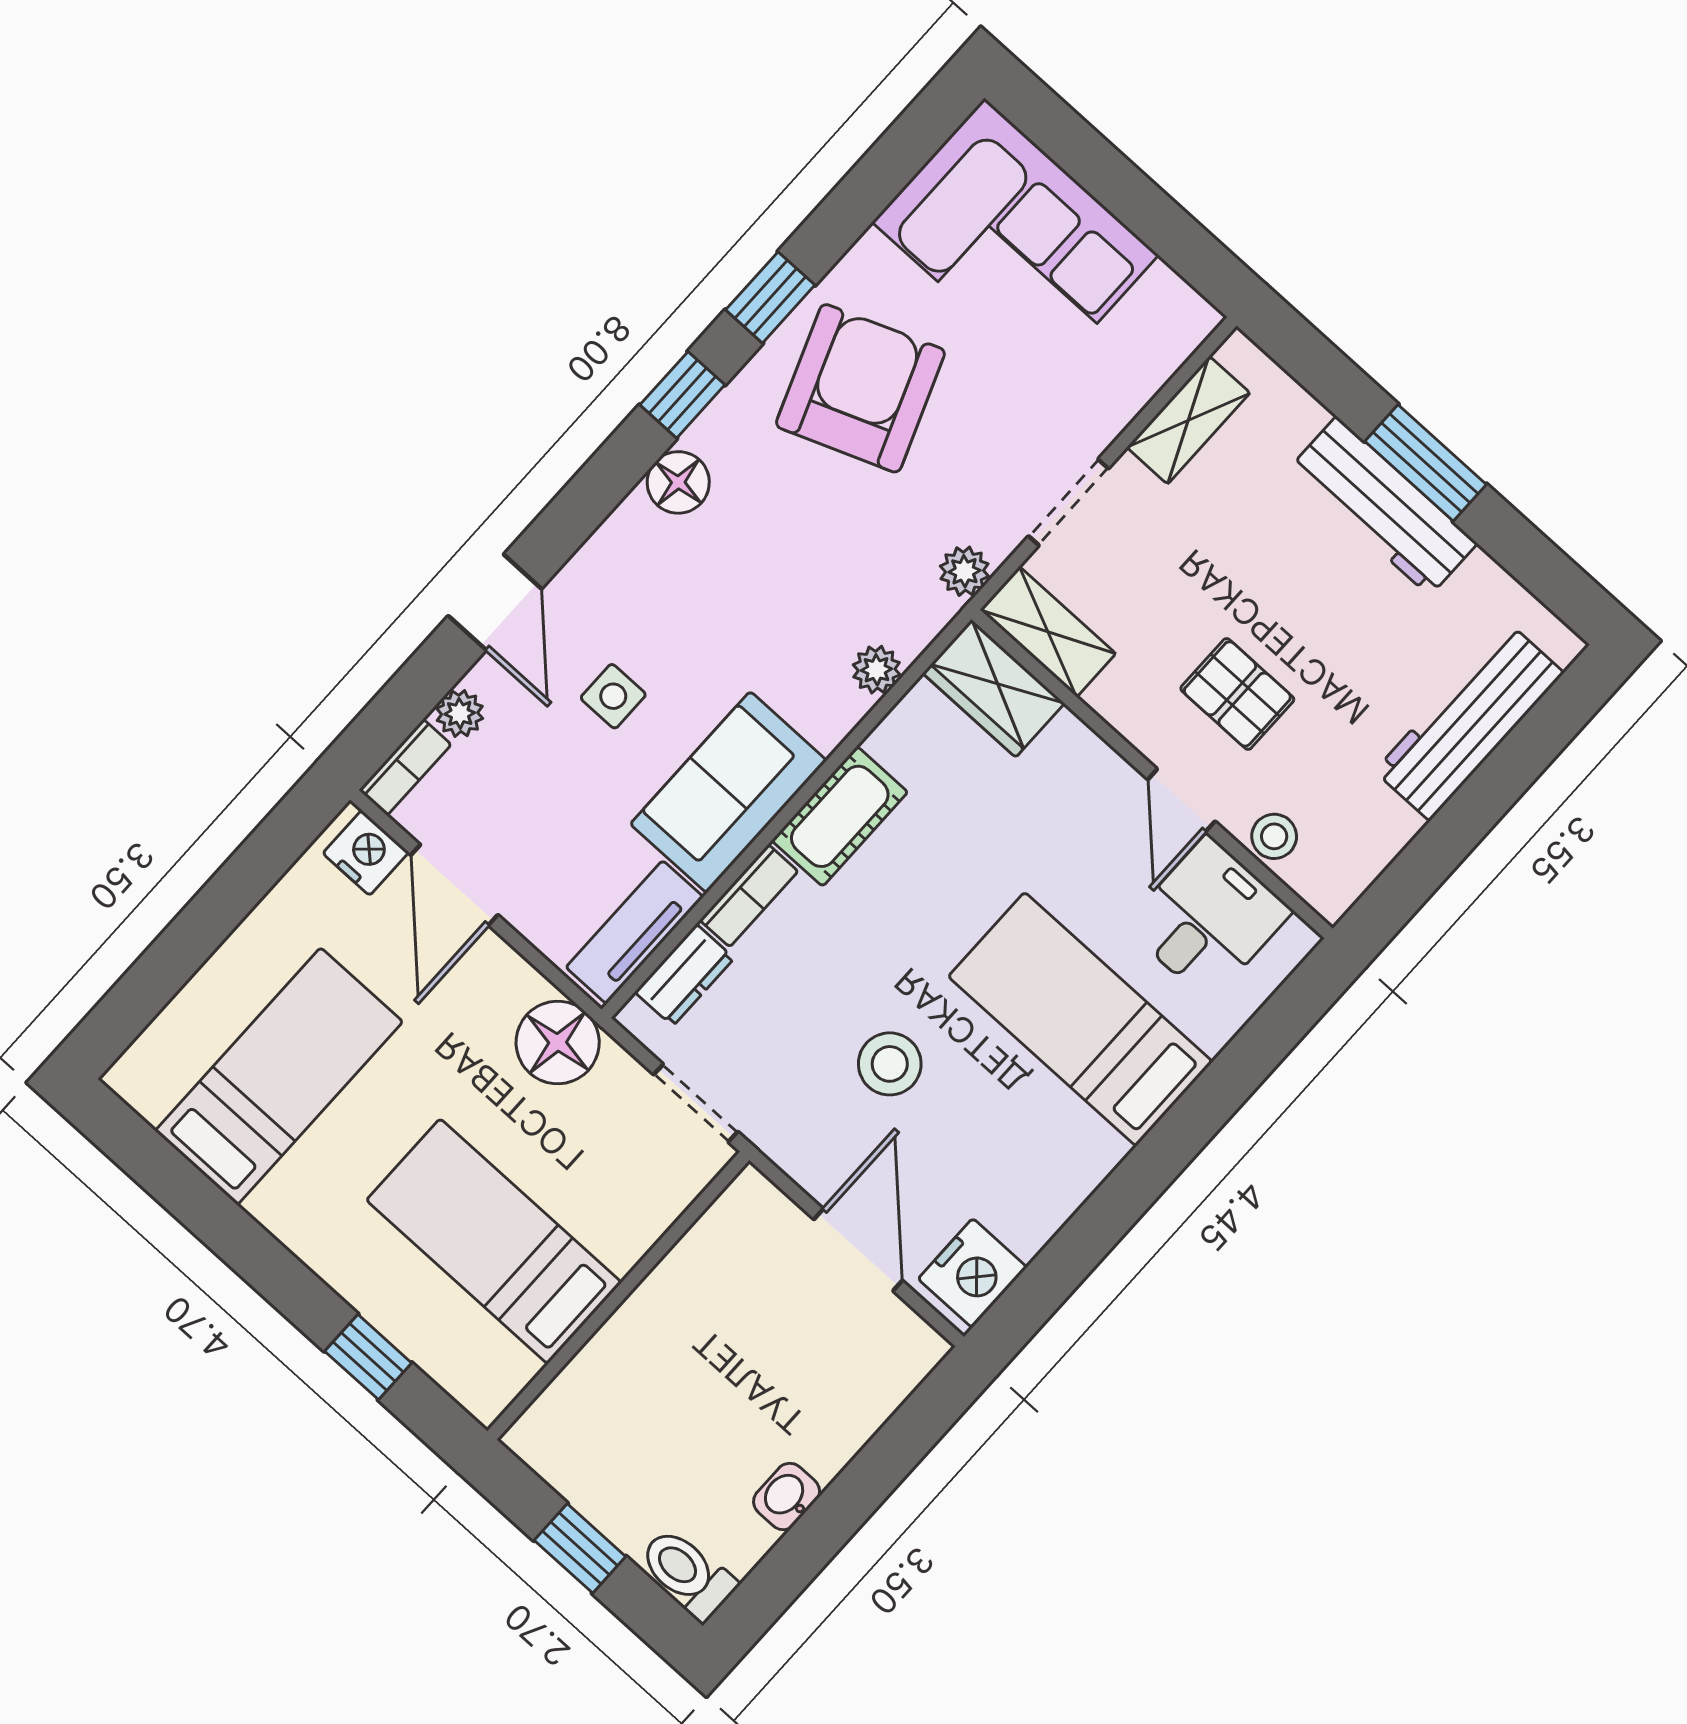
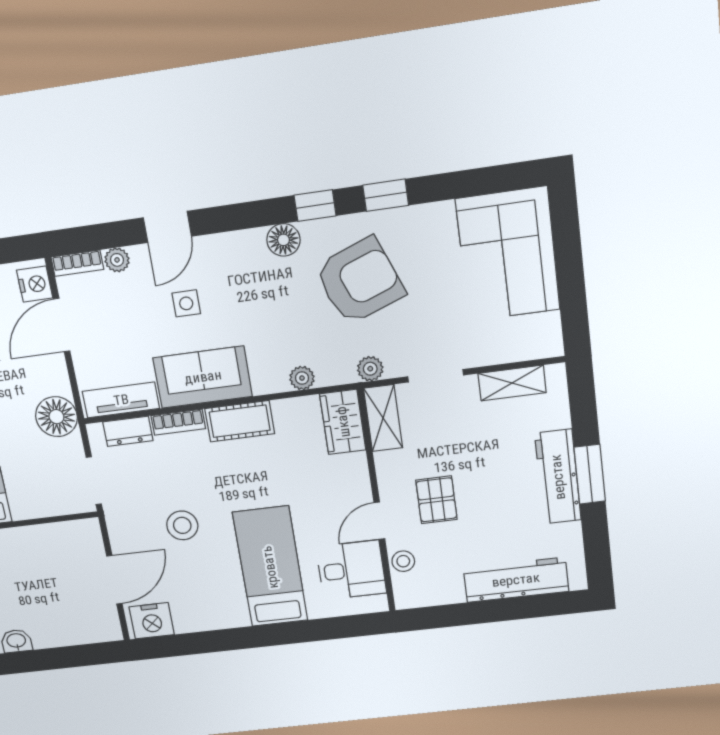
armchair: (860, 388) -> (360, 281), moved

